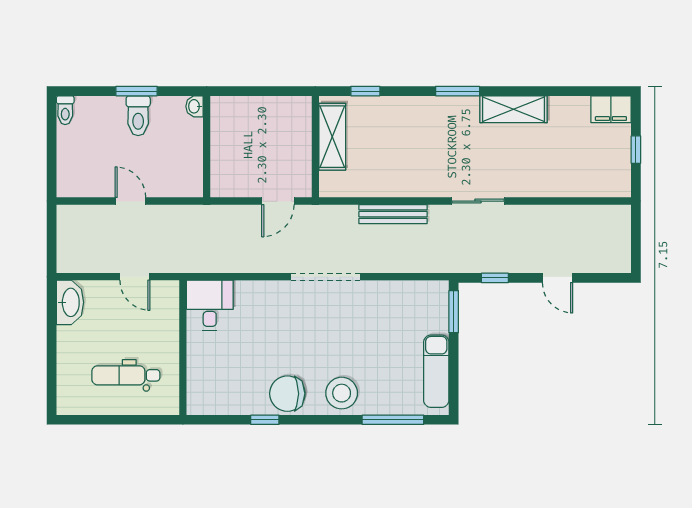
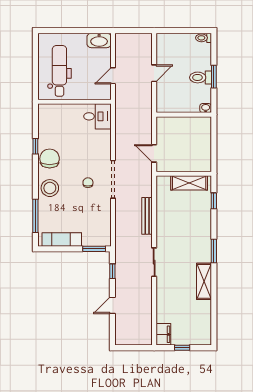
filing cabinet: (611, 109) -> (163, 334), moved, turned 180
chair: (332, 323) -> (88, 183), added
dental chair: (126, 375) -> (59, 71), width x1.36, depth x1.38

